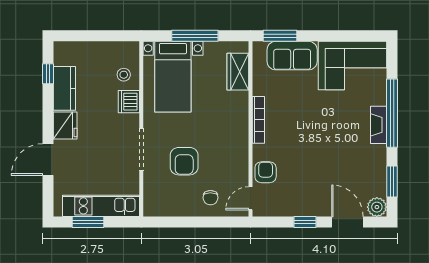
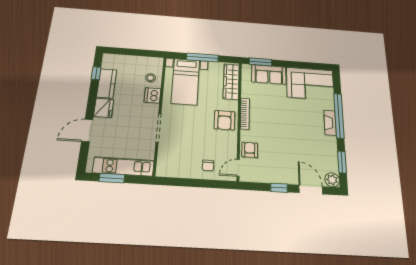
wardrobe: (238, 72) -> (231, 82), width x1.50
armchair: (184, 161) -> (224, 120), moved

